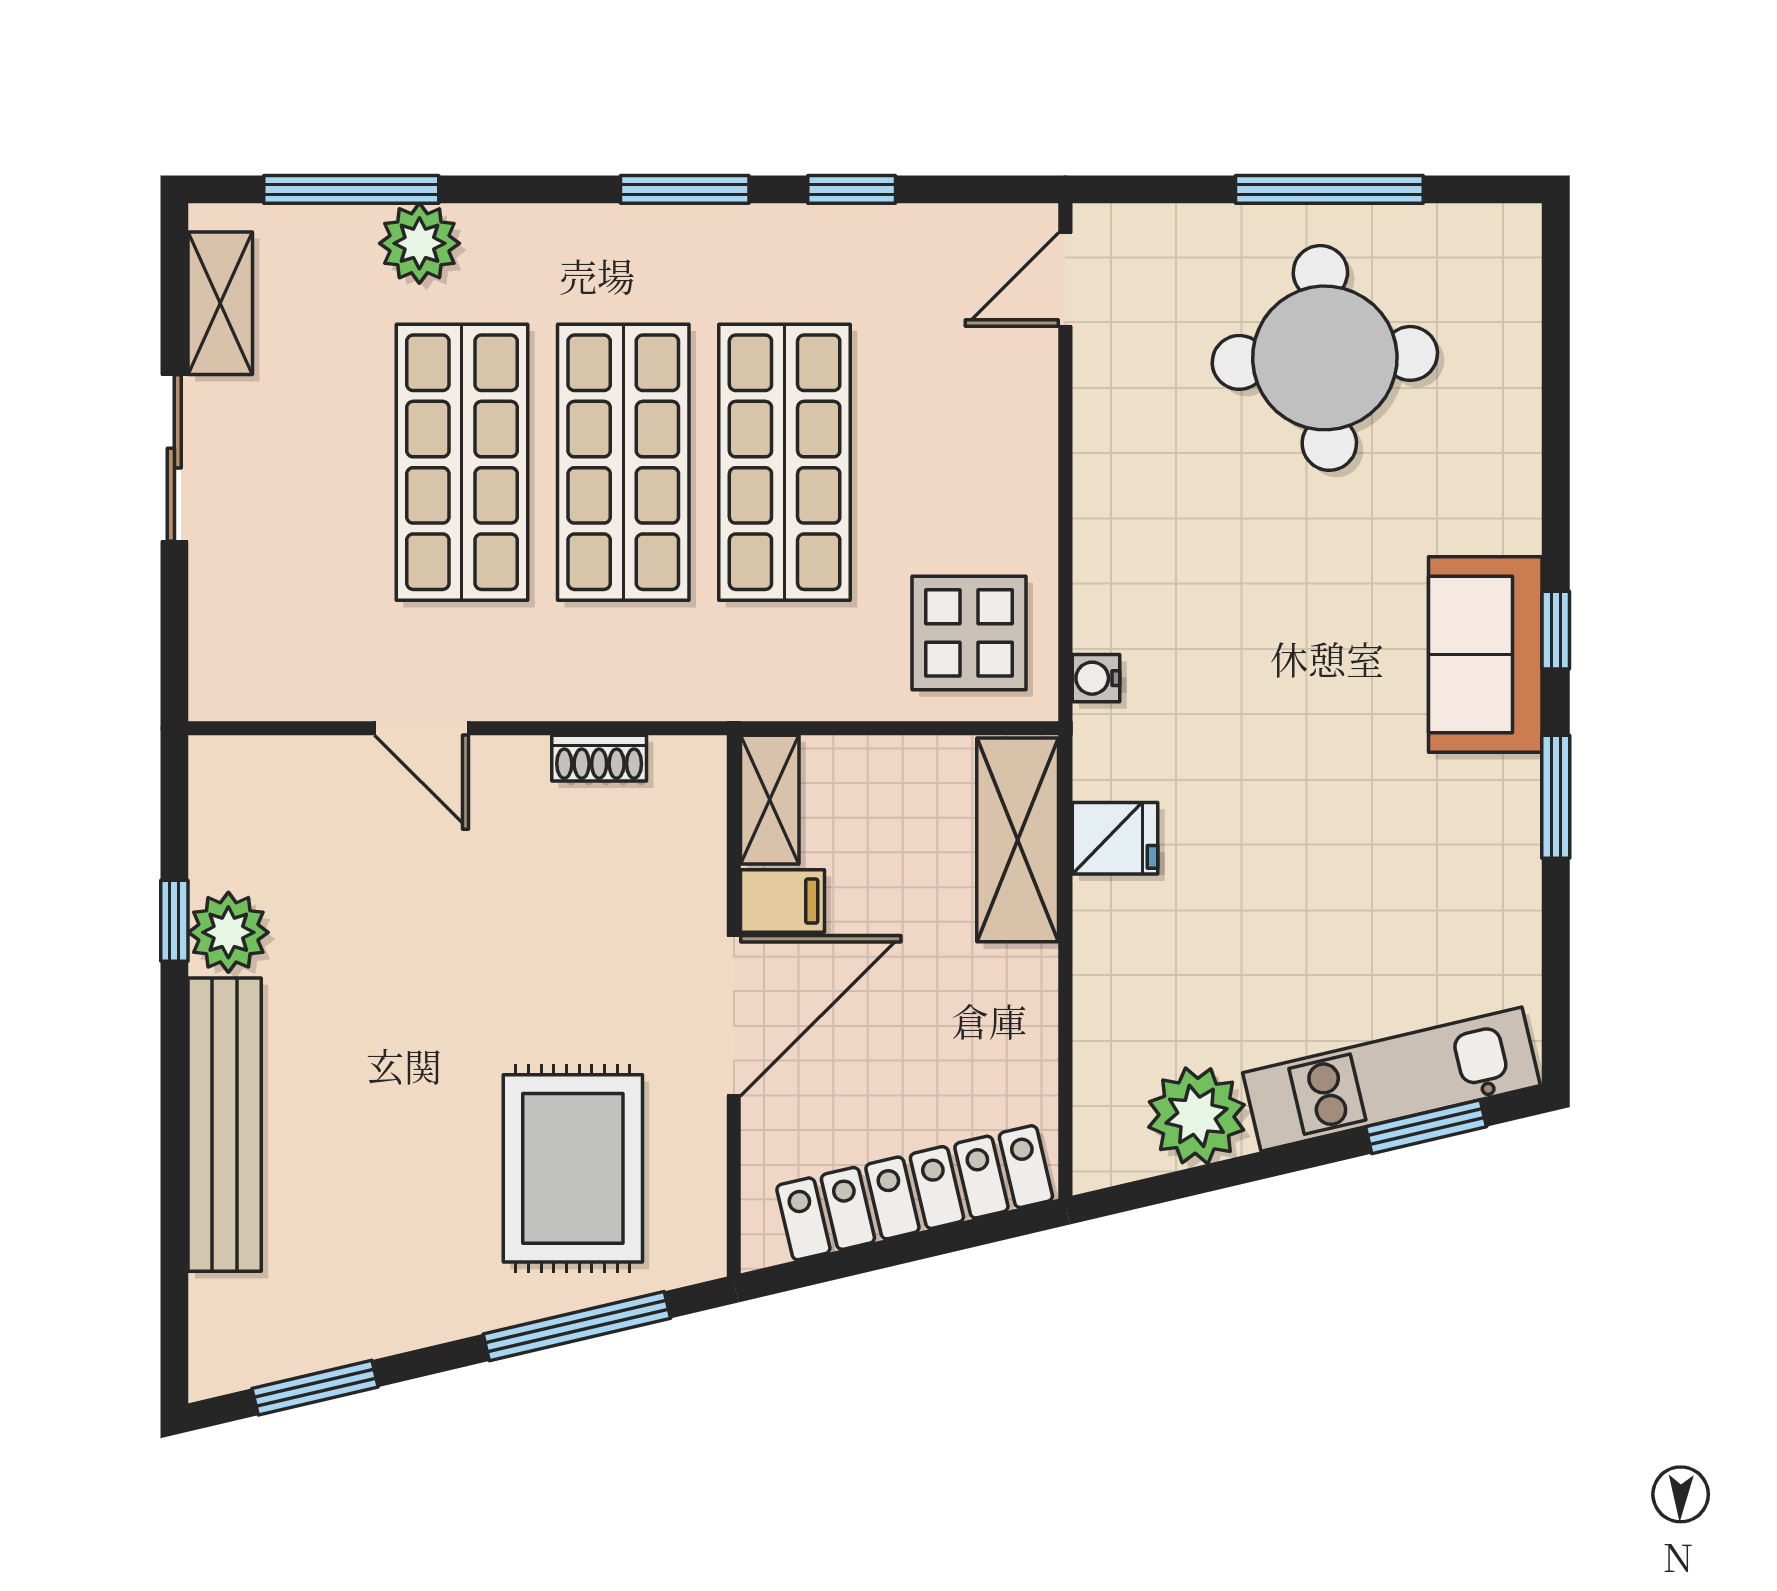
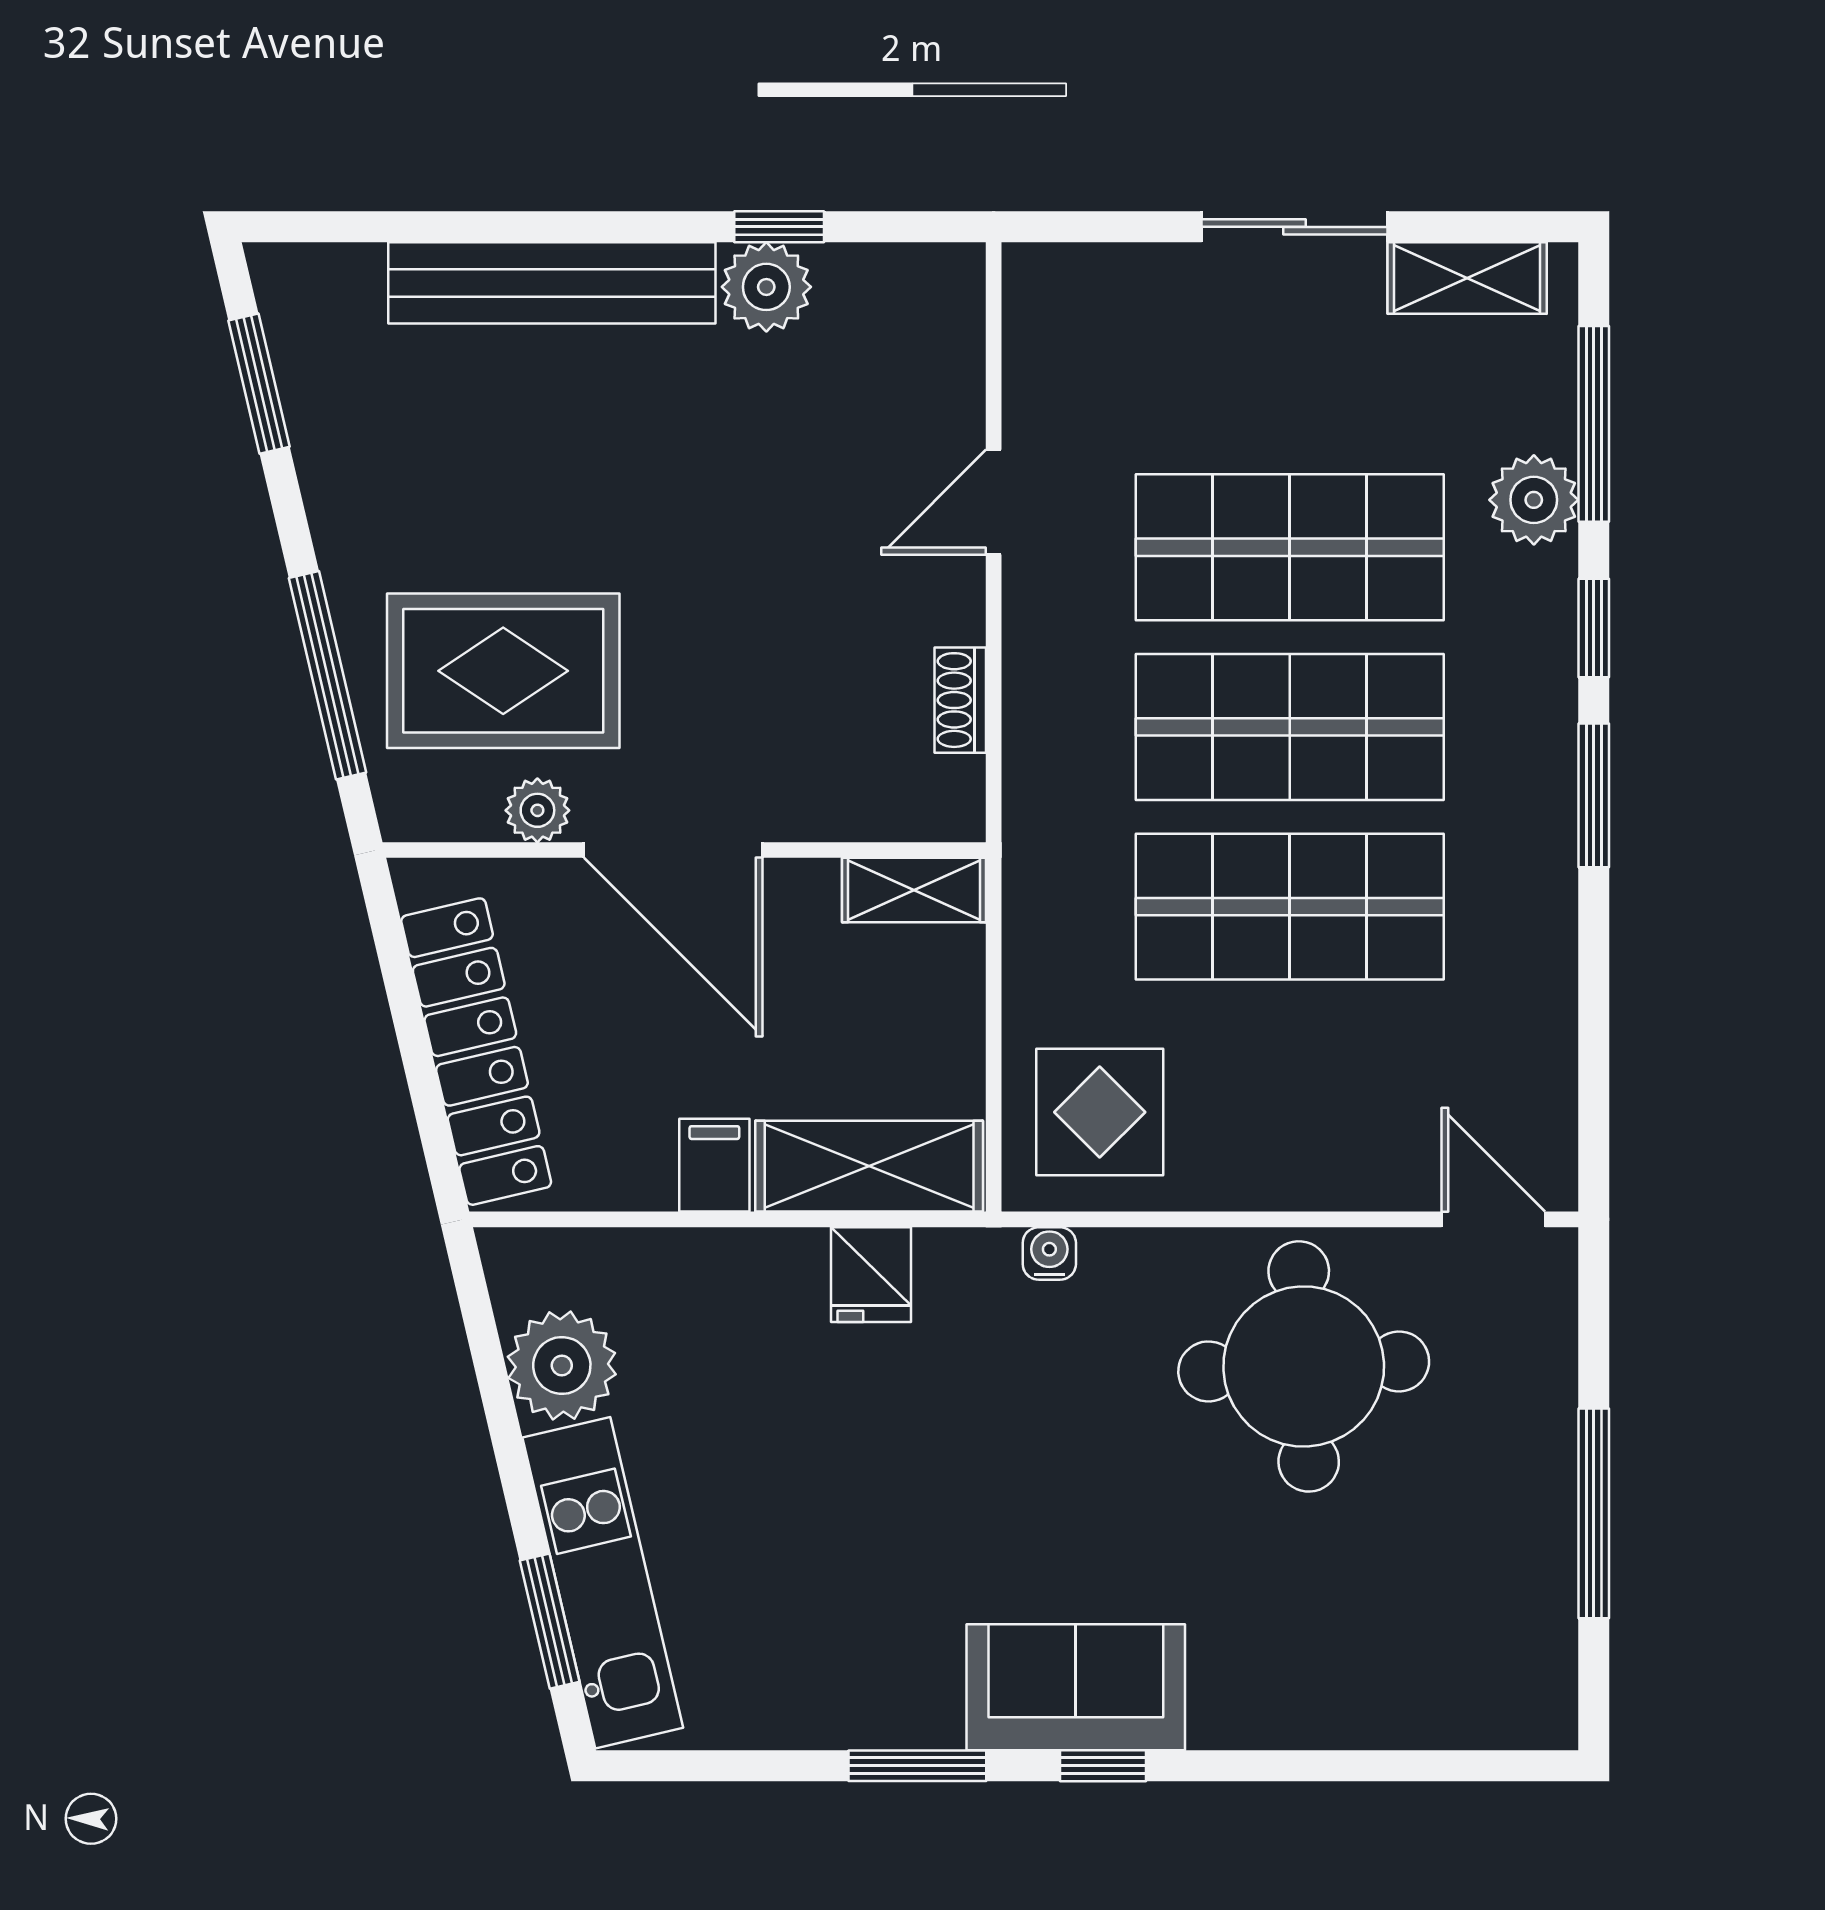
window: (852, 189) -> (1594, 628), moved
round table: (1325, 358) -> (1304, 1366), moved
filing cabinet: (783, 901) -> (714, 1165), moved, turned 180
plant: (698, 1138) -> (537, 810), added

